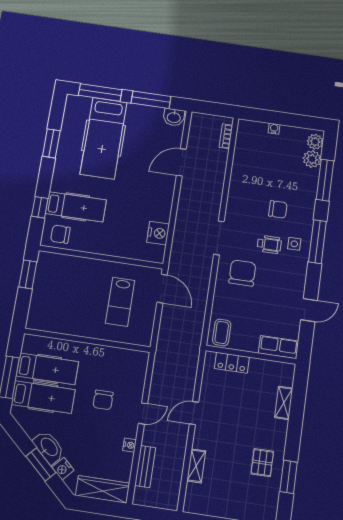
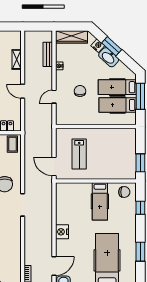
door: (181, 162) -> (54, 266), moved
hospital bed: (76, 207) -> (100, 201), moved, turned -90
nightstand: (158, 233) -> (62, 232), moved
lab bench: (120, 302) -> (79, 154), turned 180
door: (143, 413) -> (54, 97), moved
door: (194, 413) -> (23, 91), swing flipped

